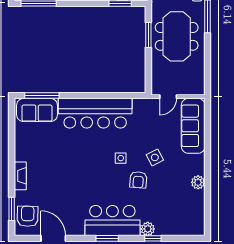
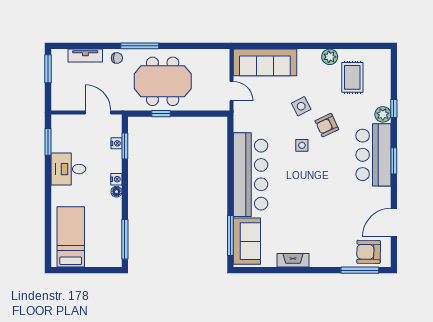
window: (148, 35) -> (161, 114), width x0.67
fireplace: (20, 176) -> (293, 260), moved
armchair: (138, 180) -> (327, 125), turned 150
rug: (180, 202) -> (352, 77), added
window: (12, 209) -> (360, 270), width x1.44

